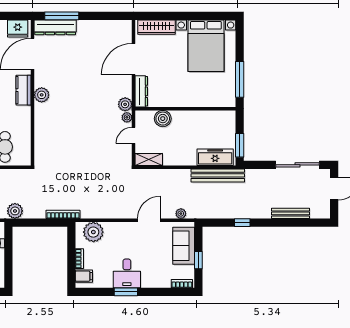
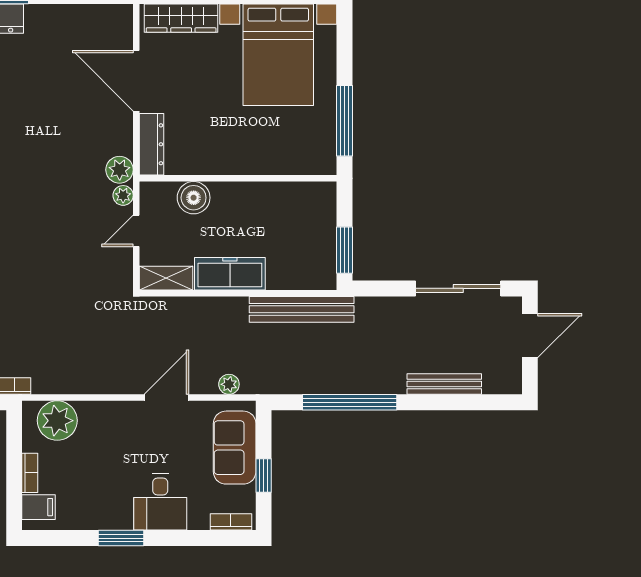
door: (134, 59) -> (136, 81), hinge flipped
freezer: (215, 157) -> (230, 274), moved
window: (242, 223) -> (350, 402), width x3.17
desk: (127, 273) -> (160, 502), moved

